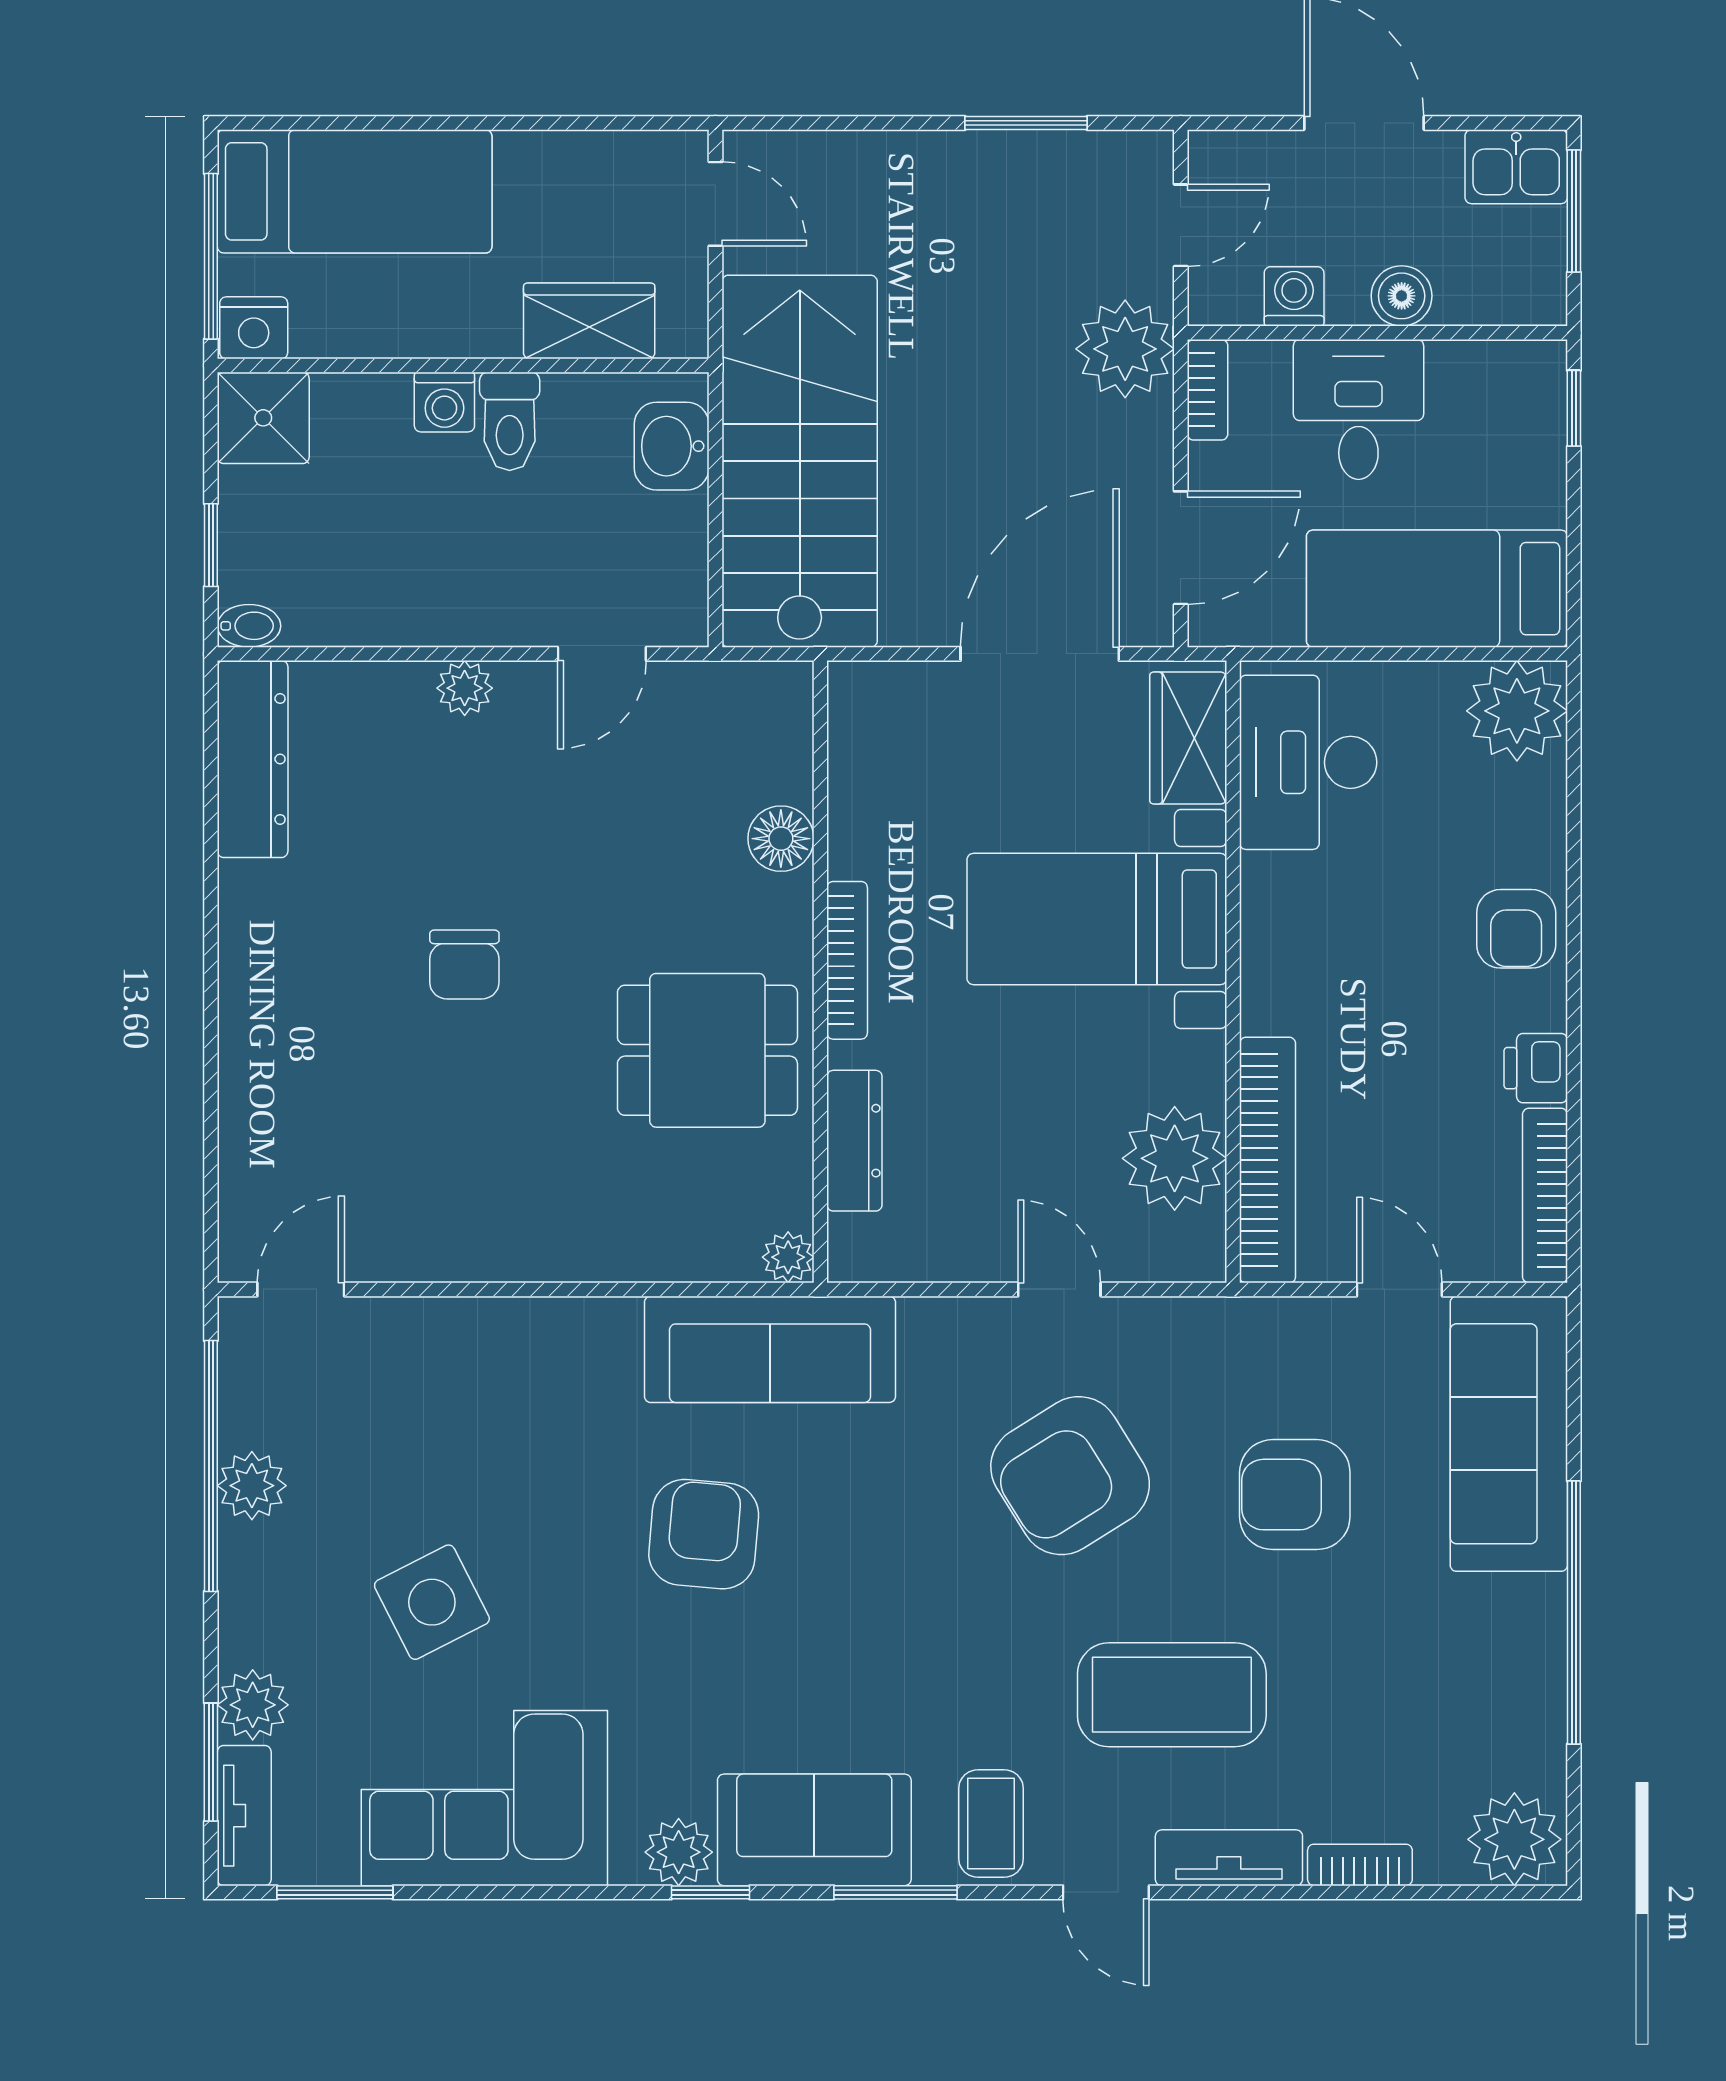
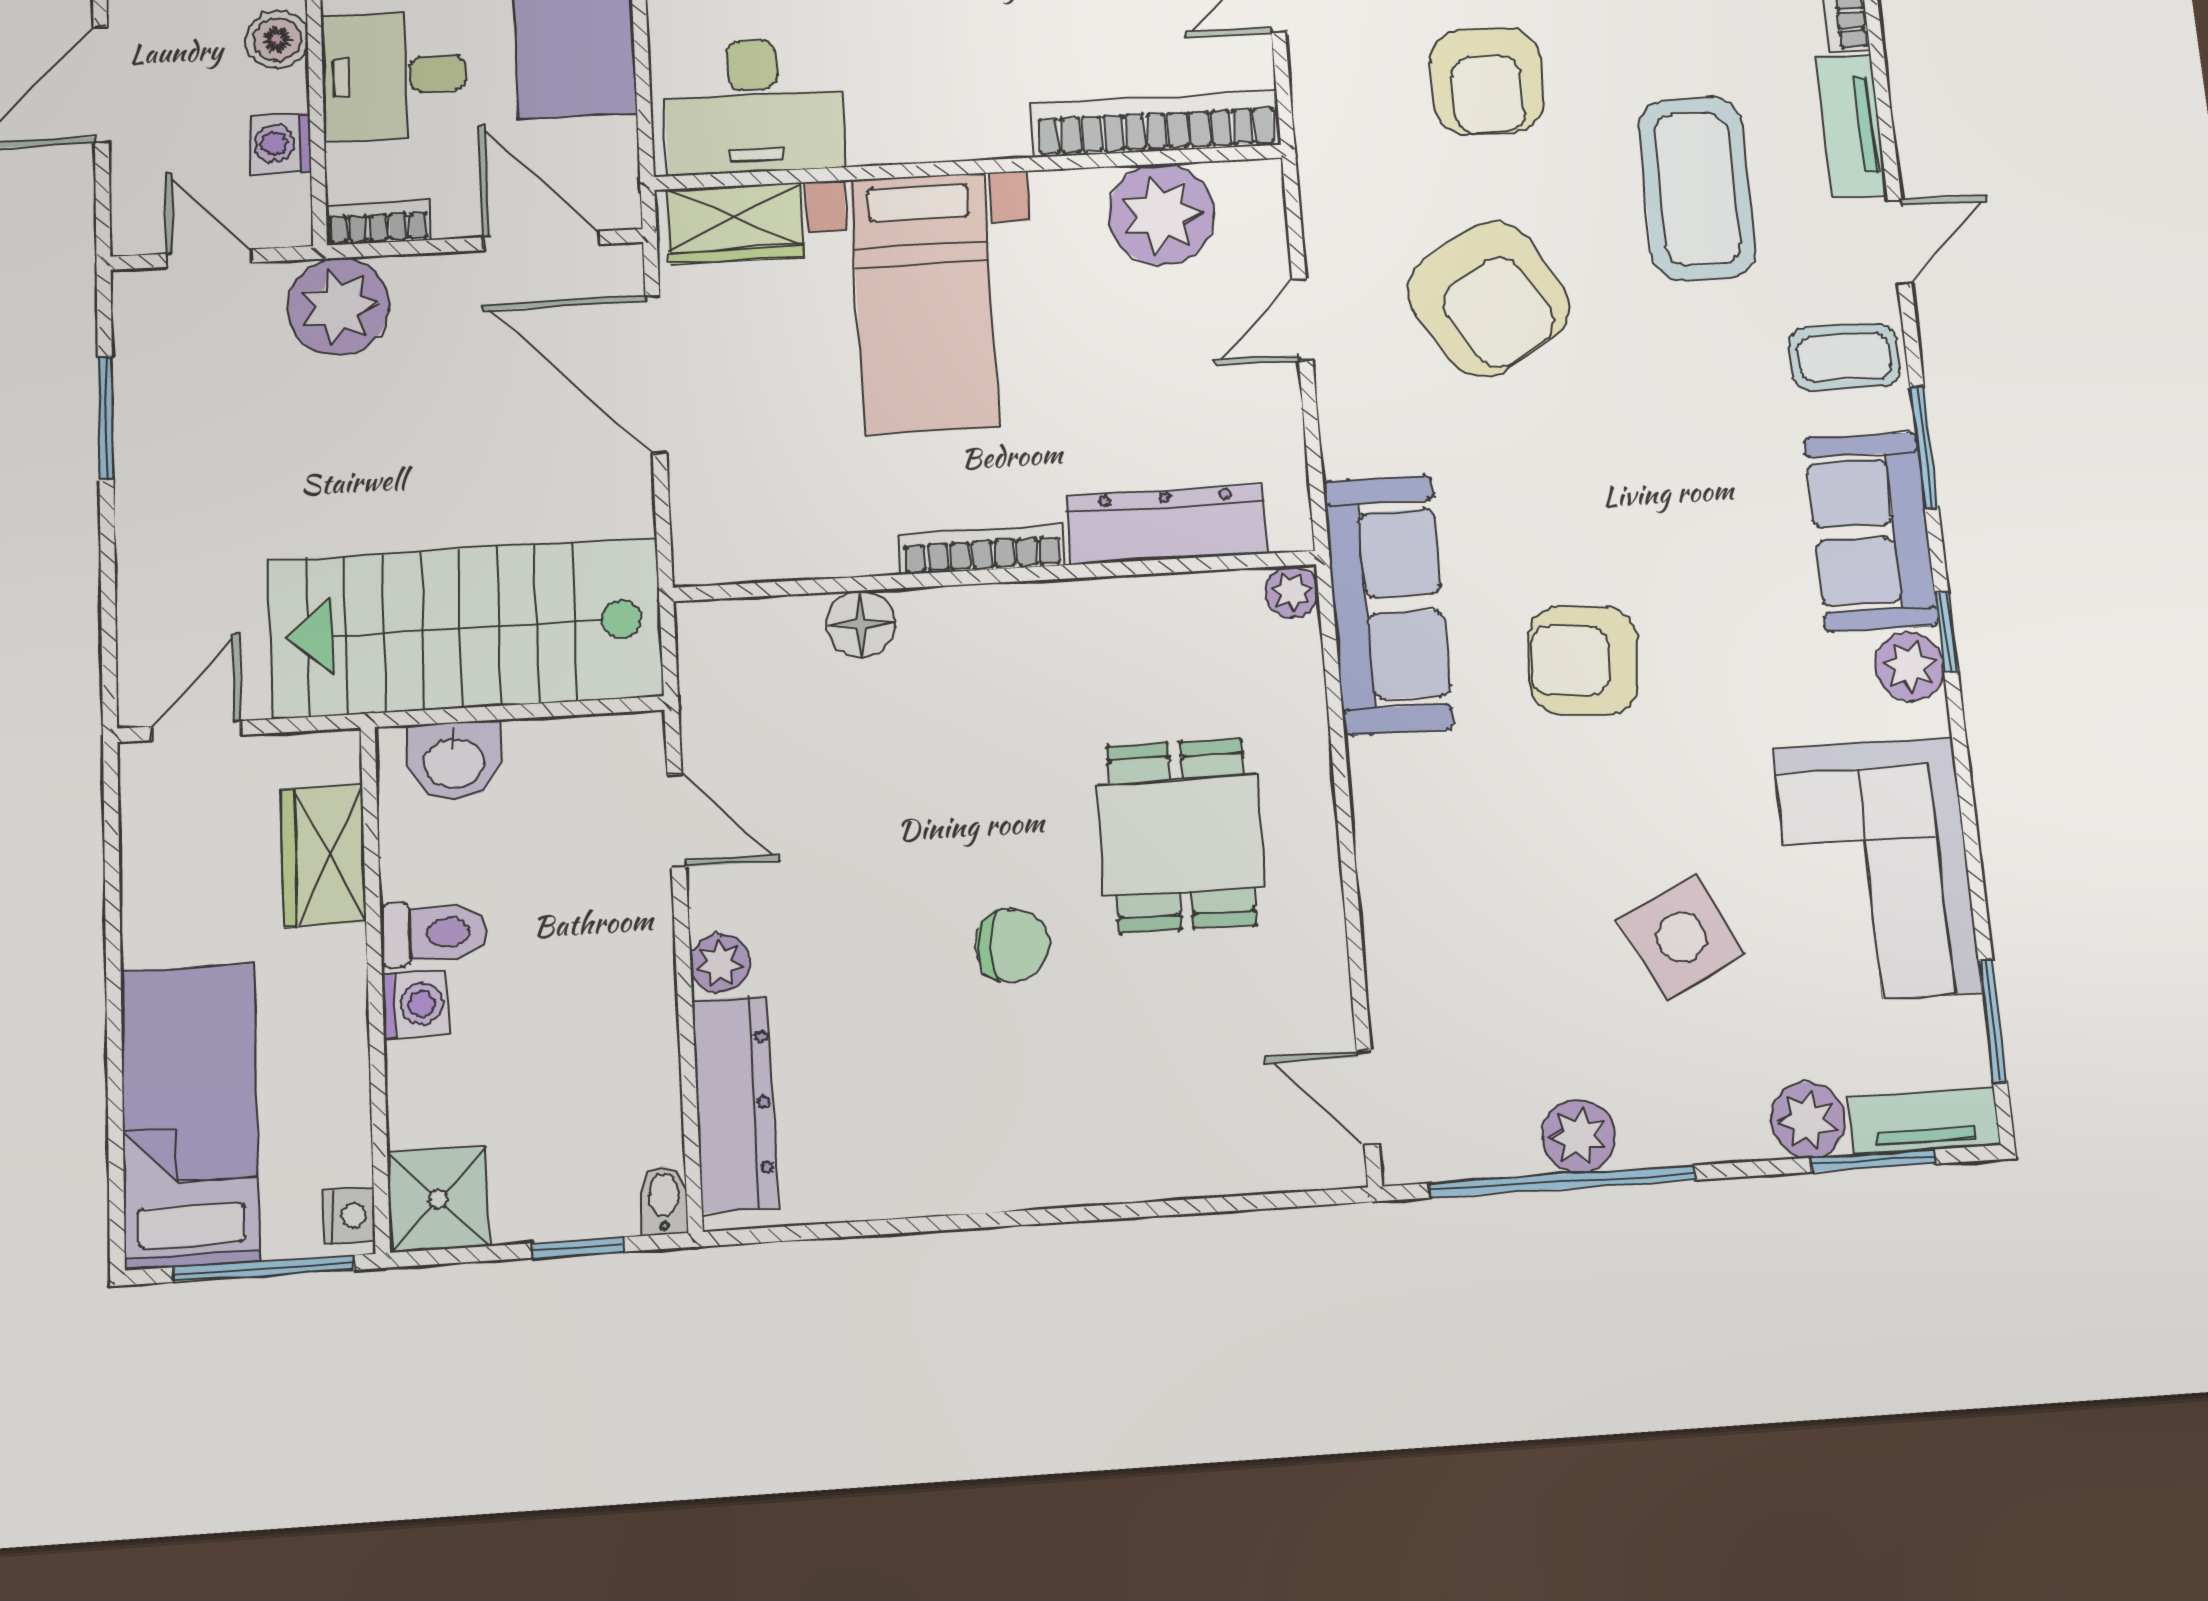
nightstand: (254, 328) -> (349, 1216), width x0.72, depth x0.74
dresser: (253, 759) -> (734, 1104), moved, turned 90
dining table: (707, 1050) -> (1181, 835), moved
dresser: (854, 1141) -> (1167, 525), width x1.37, depth x1.24

